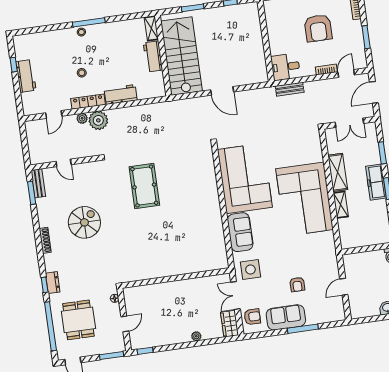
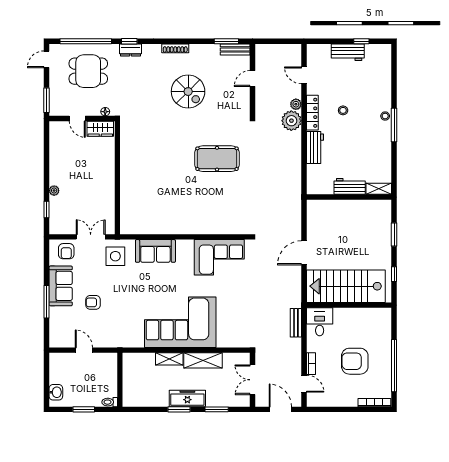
window: (366, 37) -> (339, 409), removed
stairs: (181, 56) -> (346, 286), moved, turned 180
corner sofa: (245, 178) -> (219, 257), width x0.73, depth x0.74
wardrobe: (230, 324) -> (100, 129), moved, turned 180
window: (145, 351) -> (47, 210), moved

